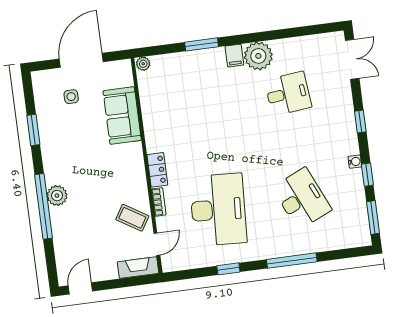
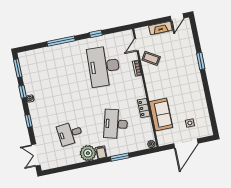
window: (33, 130) -> (209, 103), removed
locker: (157, 170) -> (144, 108), moved
plant: (57, 196) -> (194, 68), removed
desk: (302, 199) -> (116, 124), moved, turned 39
window: (43, 206) -> (201, 61), width x0.47
fireplace: (138, 268) -> (160, 28), moved

